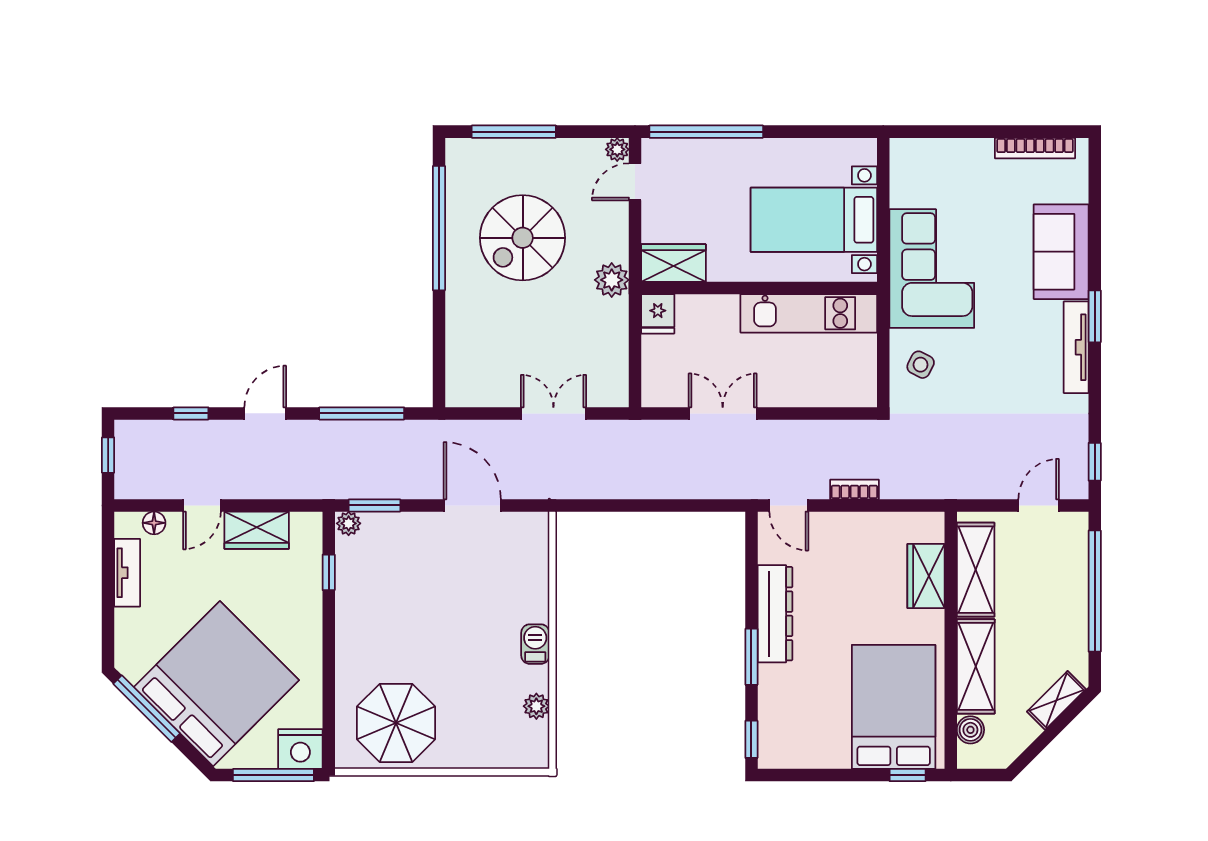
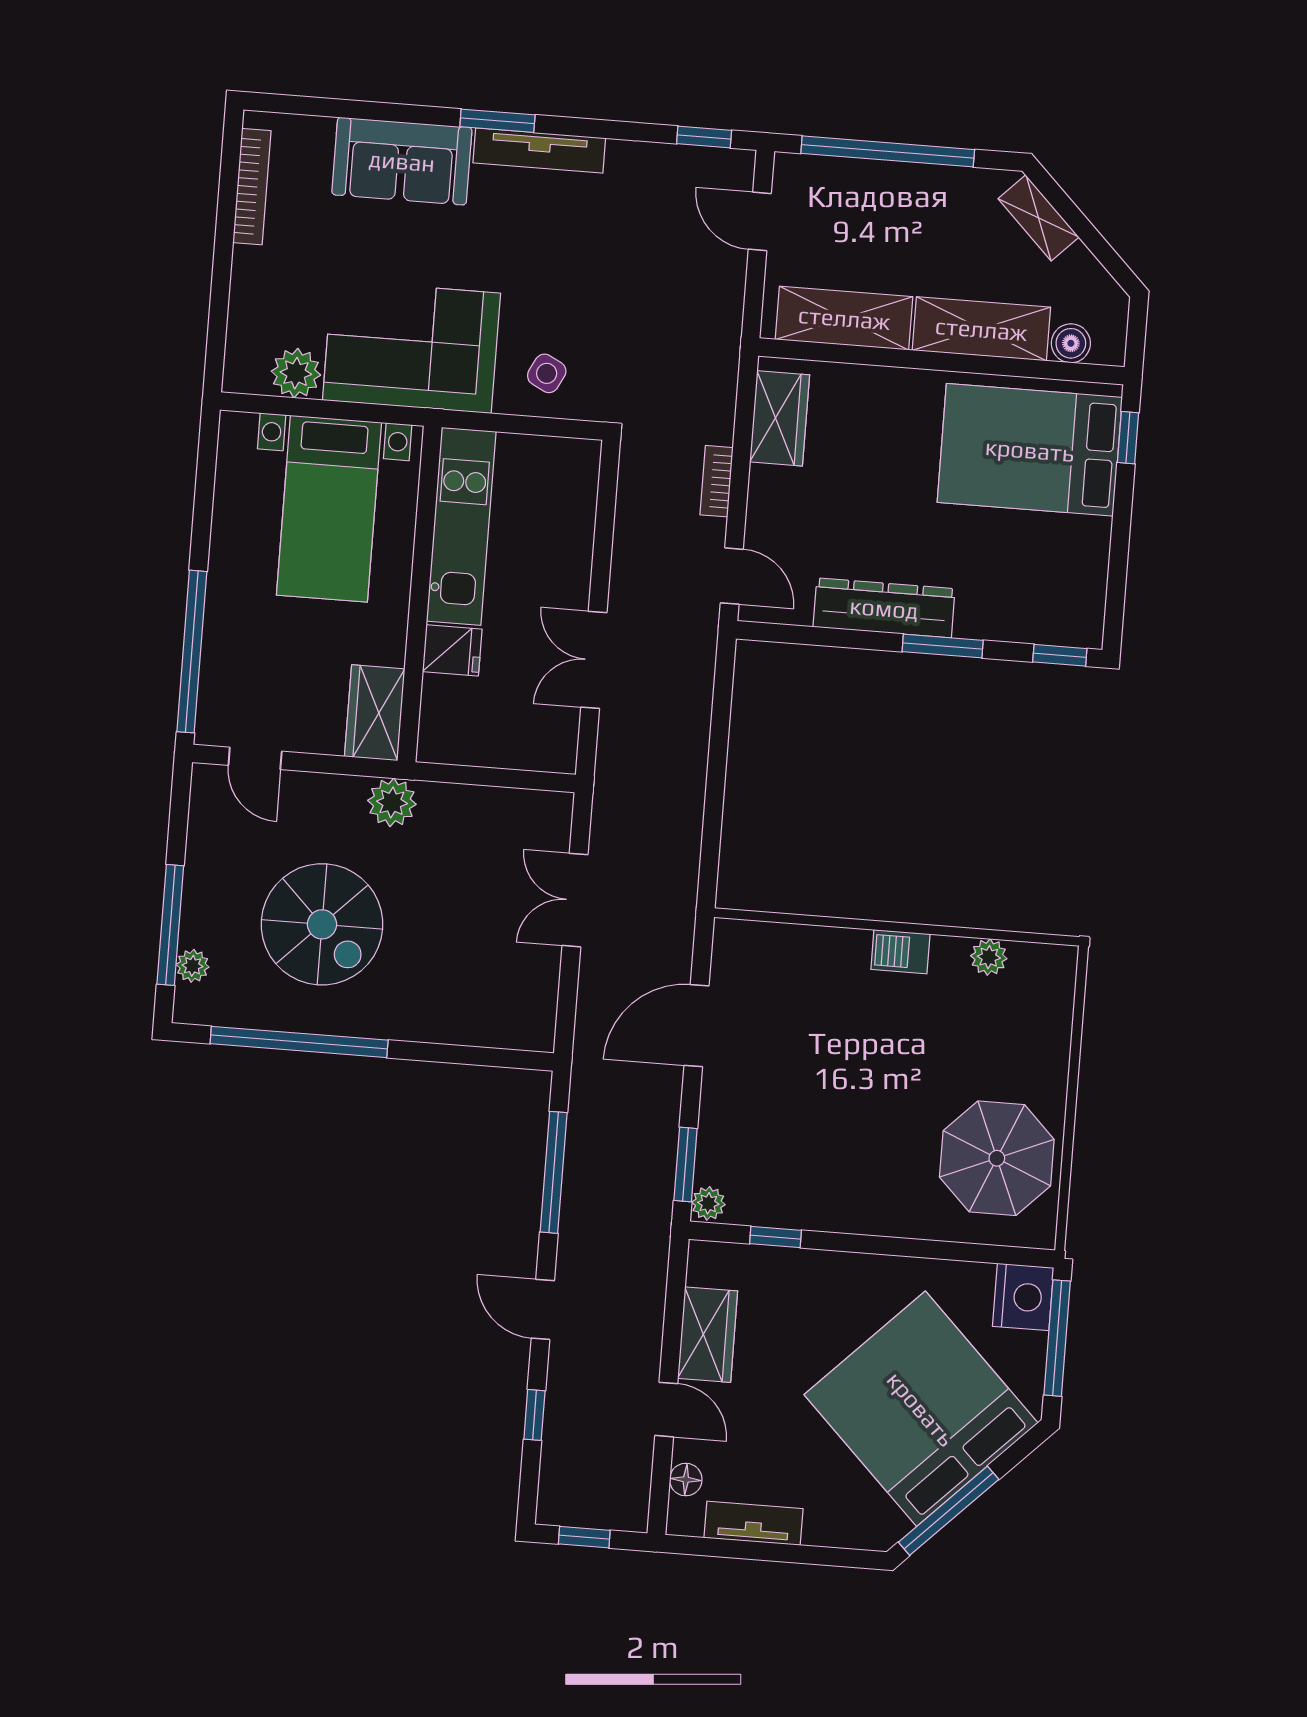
plant: (617, 149) -> (193, 966), moved
plant: (907, 189) -> (296, 373), added
fridge: (658, 314) -> (452, 650), moved
door: (789, 505) -> (732, 576), hinge flipped
wardrobe: (926, 576) -> (780, 418), moved, turned -90

